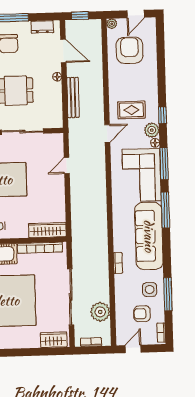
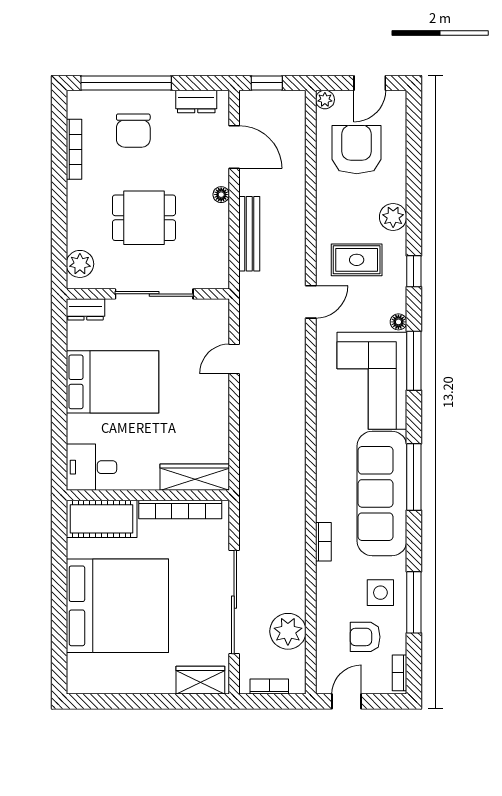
plant: (152, 130) -> (393, 217), moved
window: (165, 210) -> (414, 477), moved

